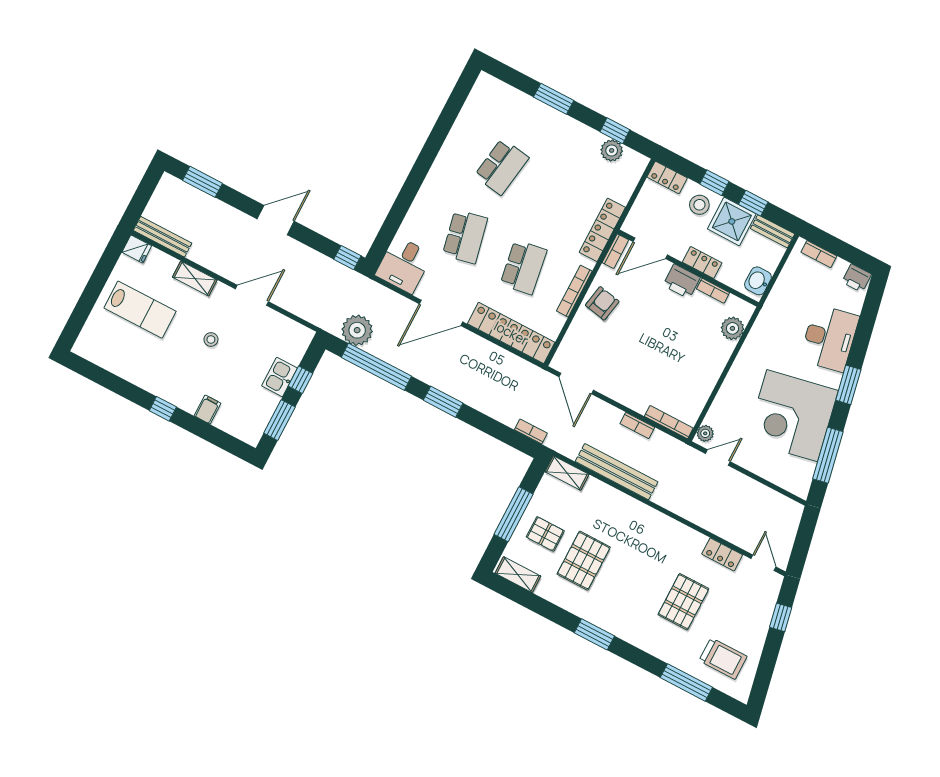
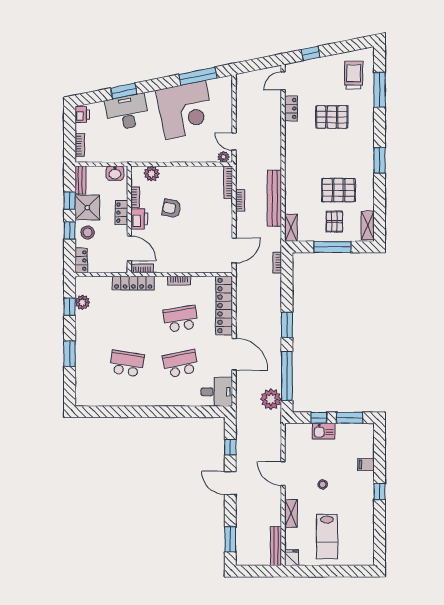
window: (347, 258) -> (230, 447), moved
bookcase: (574, 291) -> (179, 281), width x0.64
armchair: (602, 303) -> (171, 208), moved
lab bench: (140, 310) -> (327, 537), turned 180
window: (848, 385) -> (124, 91), moved

